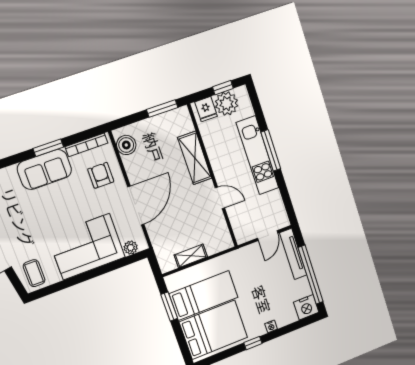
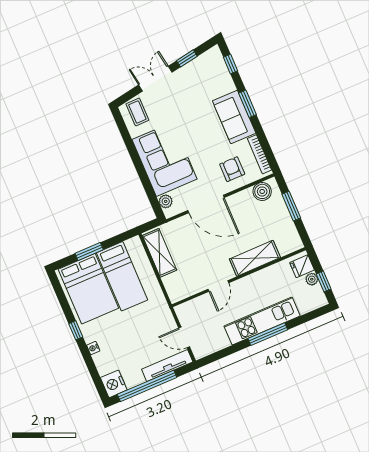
plant: (227, 104) -> (312, 279), width x0.53, depth x0.53
window: (162, 108) -> (291, 206), moved
window: (48, 148) -> (248, 104), moved
armchair: (101, 175) -> (232, 169), turned -90
shelving: (191, 256) -> (159, 253), width x1.50, depth x1.33
coffee table: (34, 273) -> (137, 112), turned 90
window: (169, 306) -> (89, 251), moved

